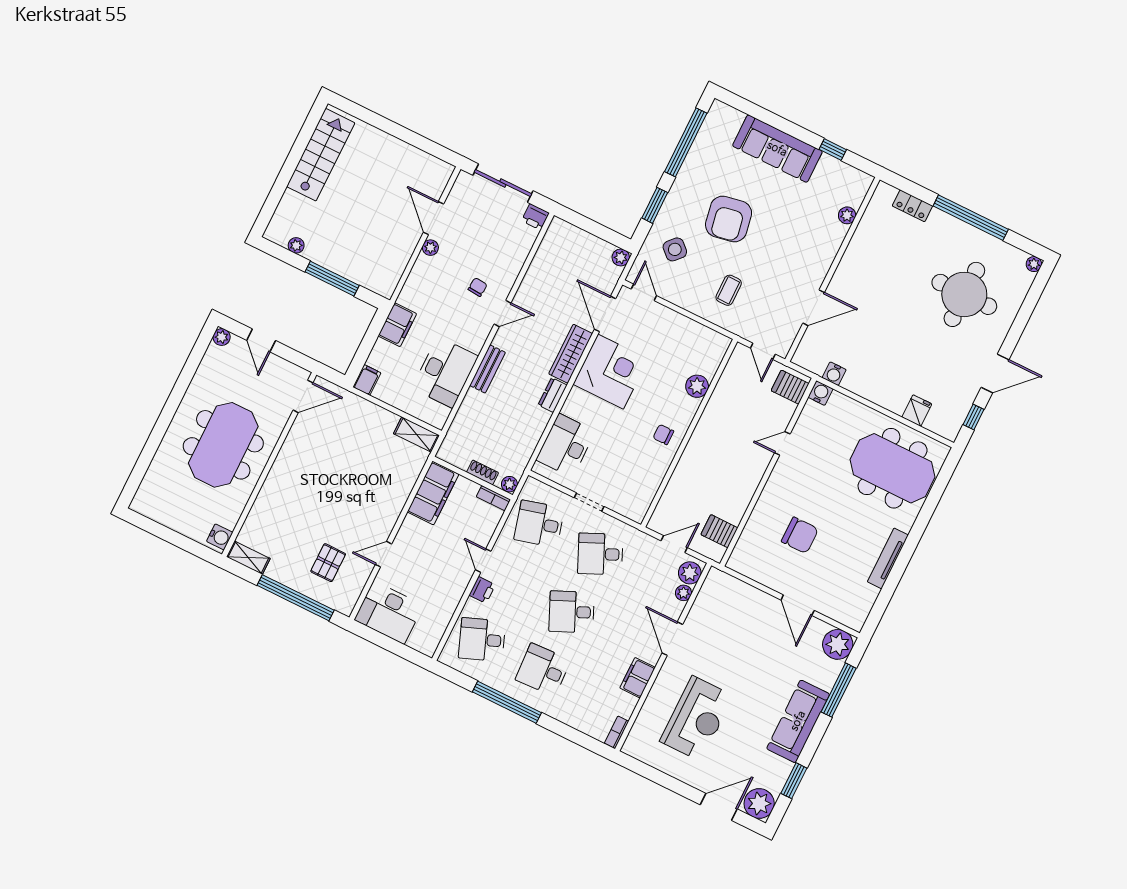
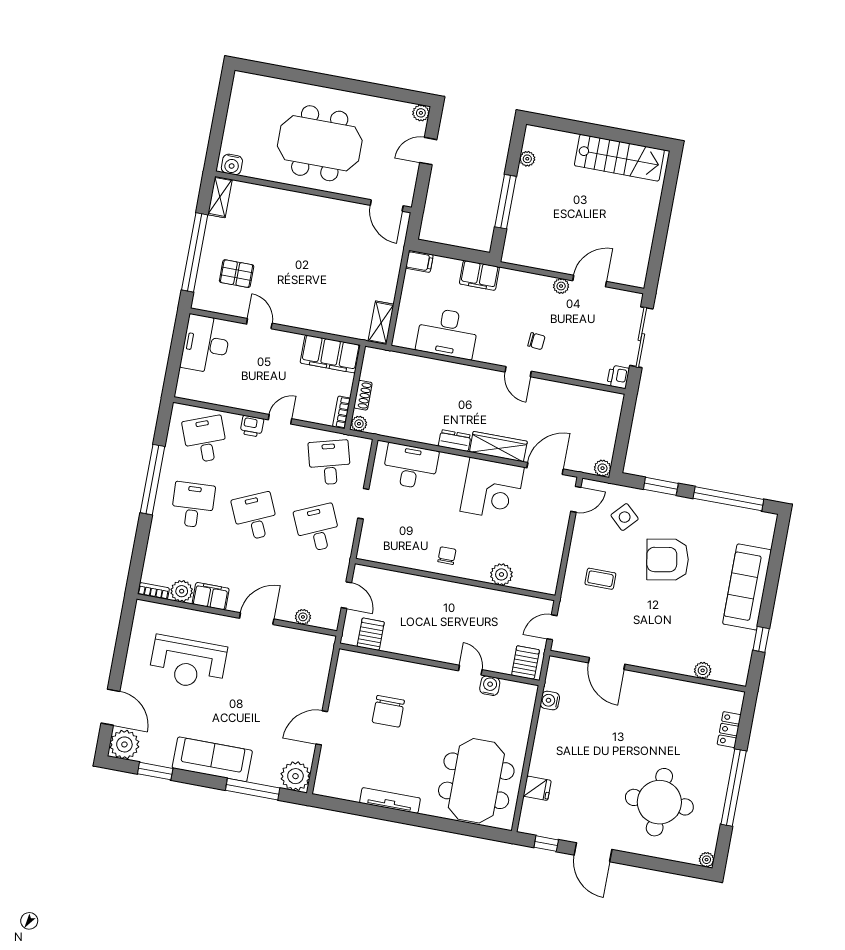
bench: (488, 369) -> (462, 372), removed
water cooler: (820, 393) -> (490, 686), moved, turned -90
plant: (690, 573) -> (182, 591), moved

